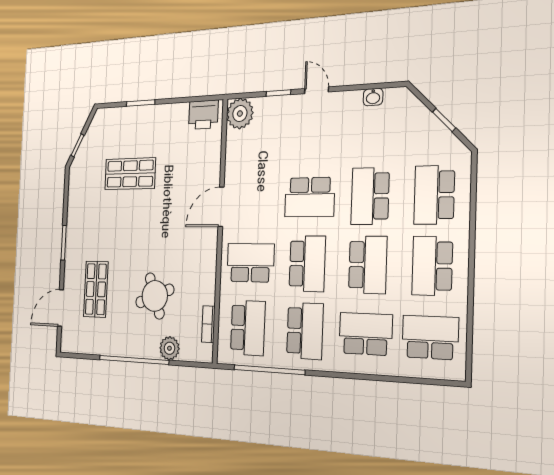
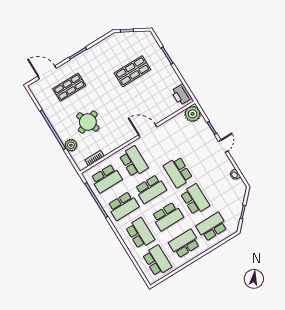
shop shelf: (130, 174) -> (132, 71), turned 90
school desk: (370, 196) -> (195, 199), turned 90

